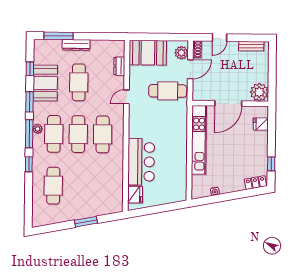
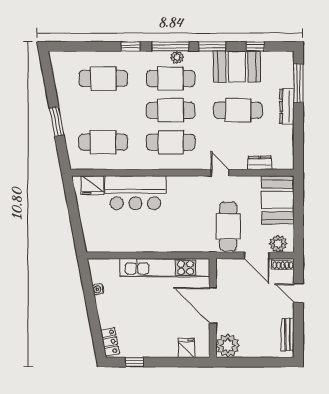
cafe table: (102, 186) -> (103, 142), added

